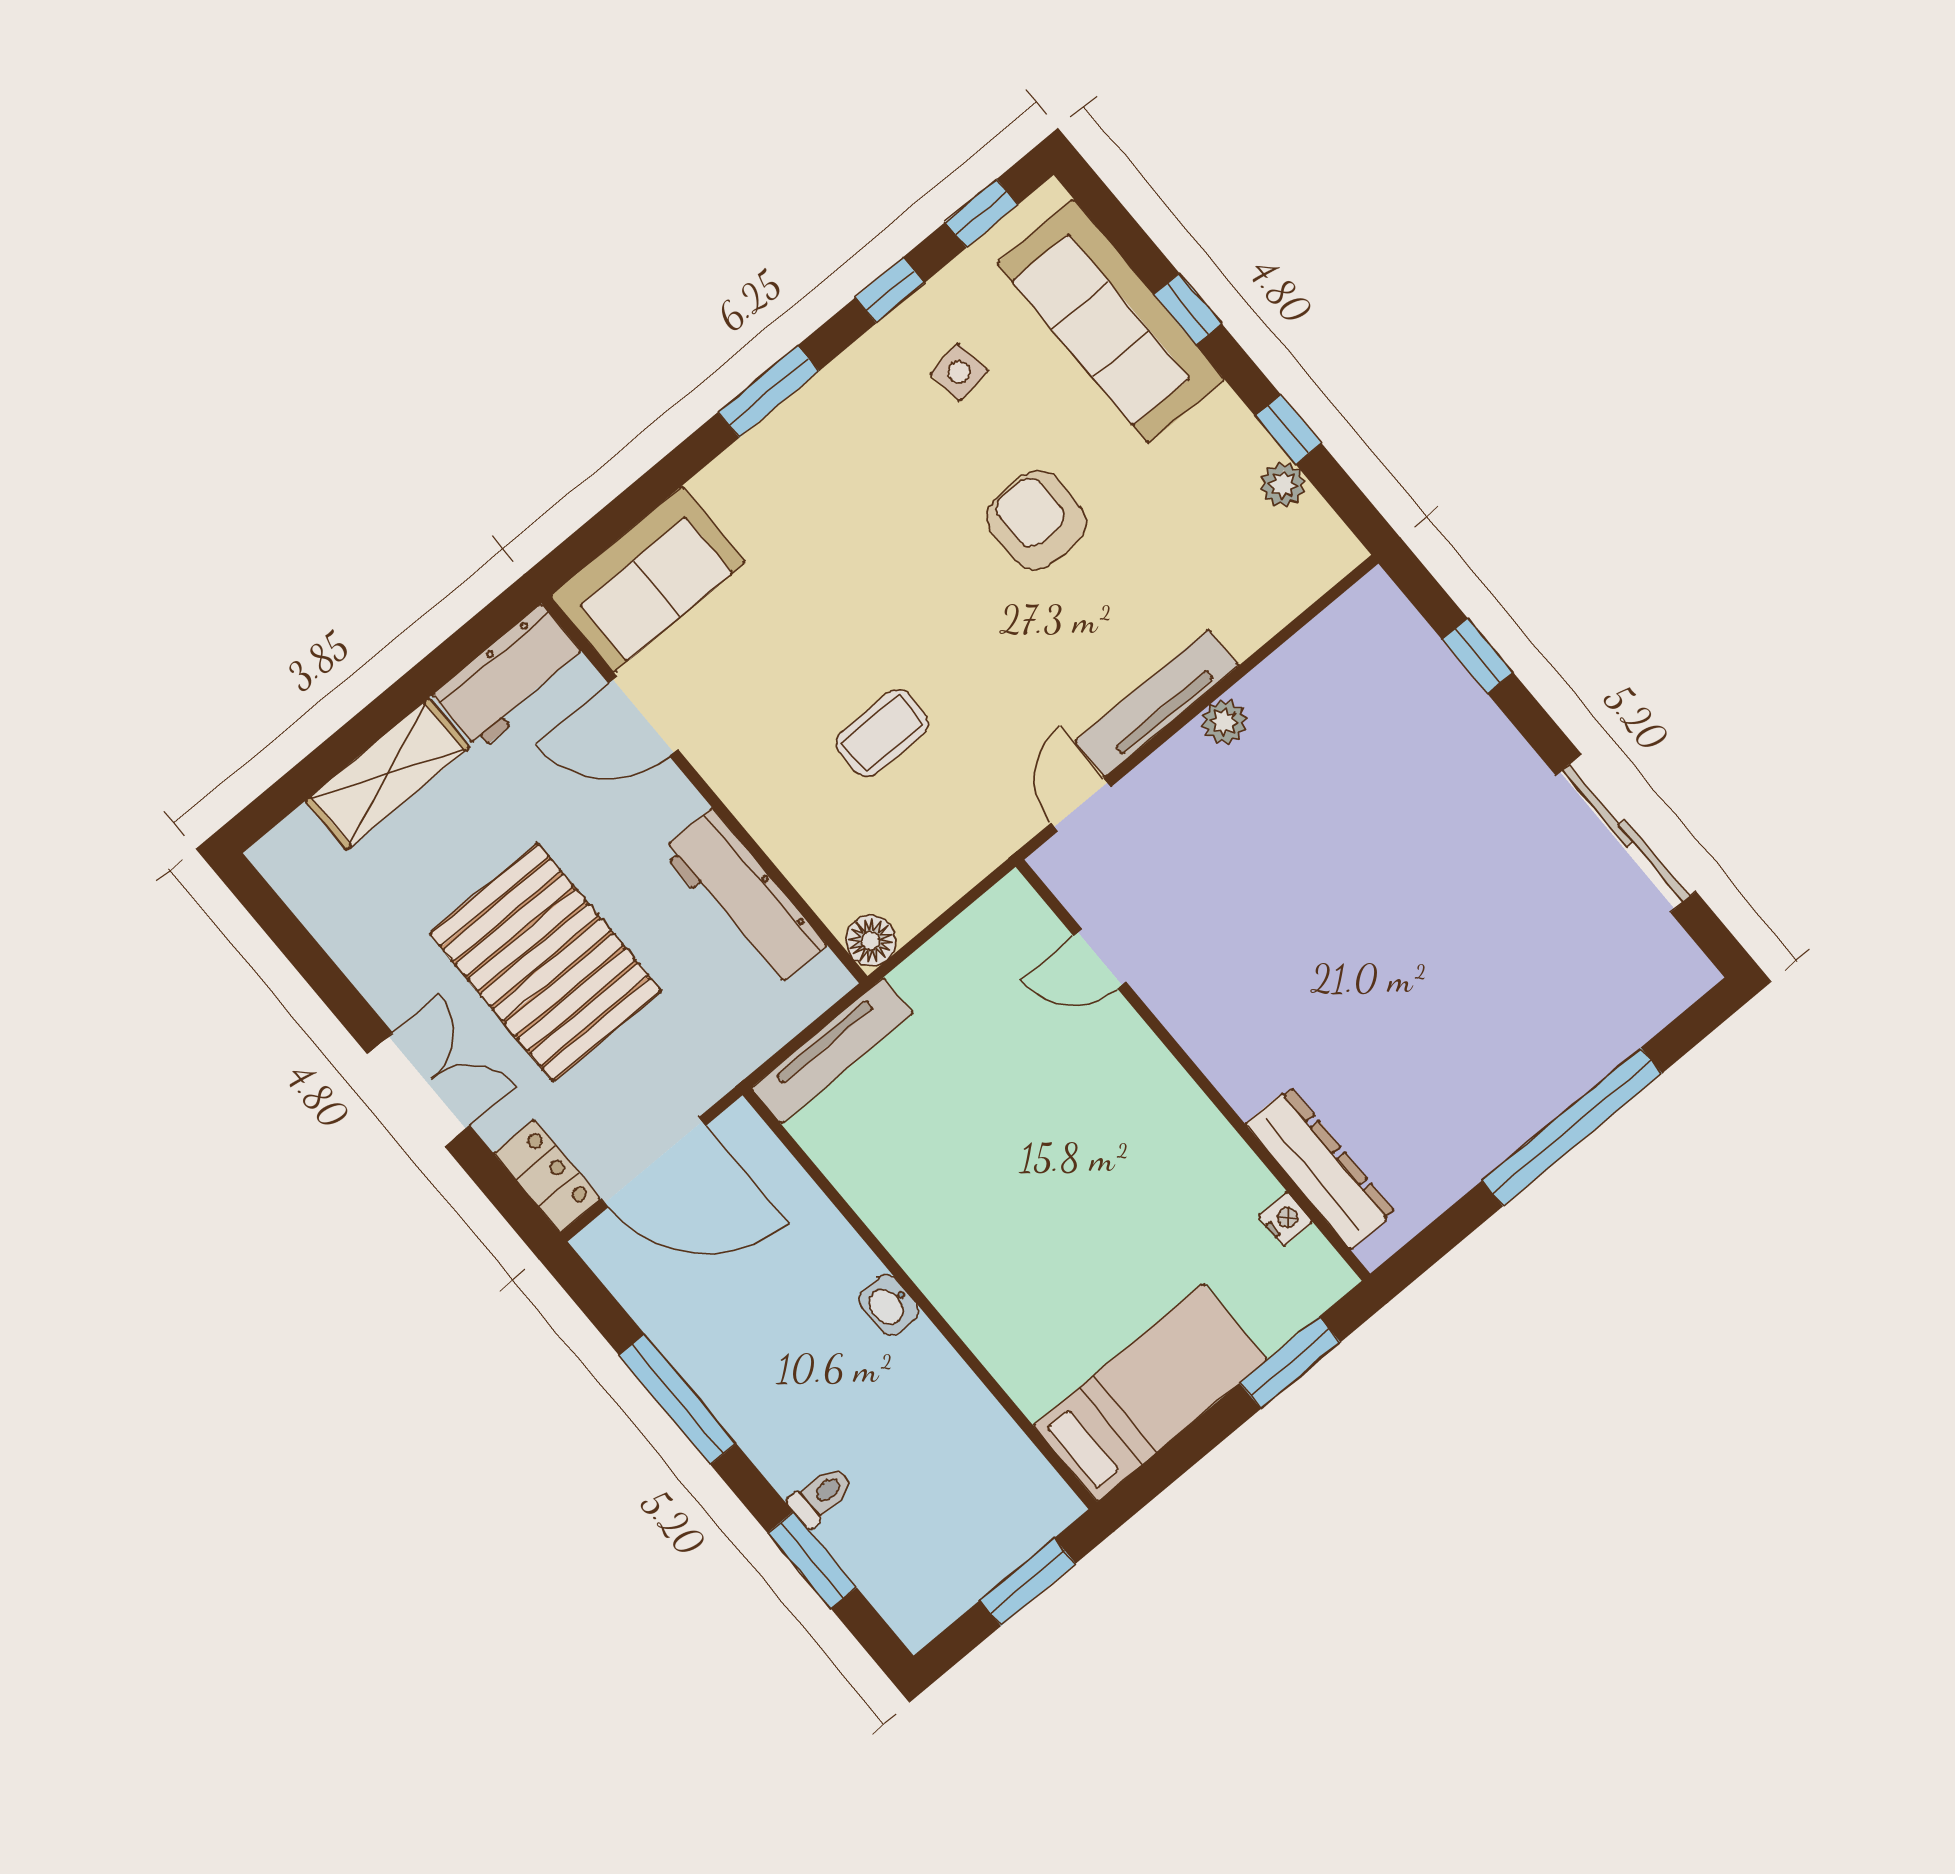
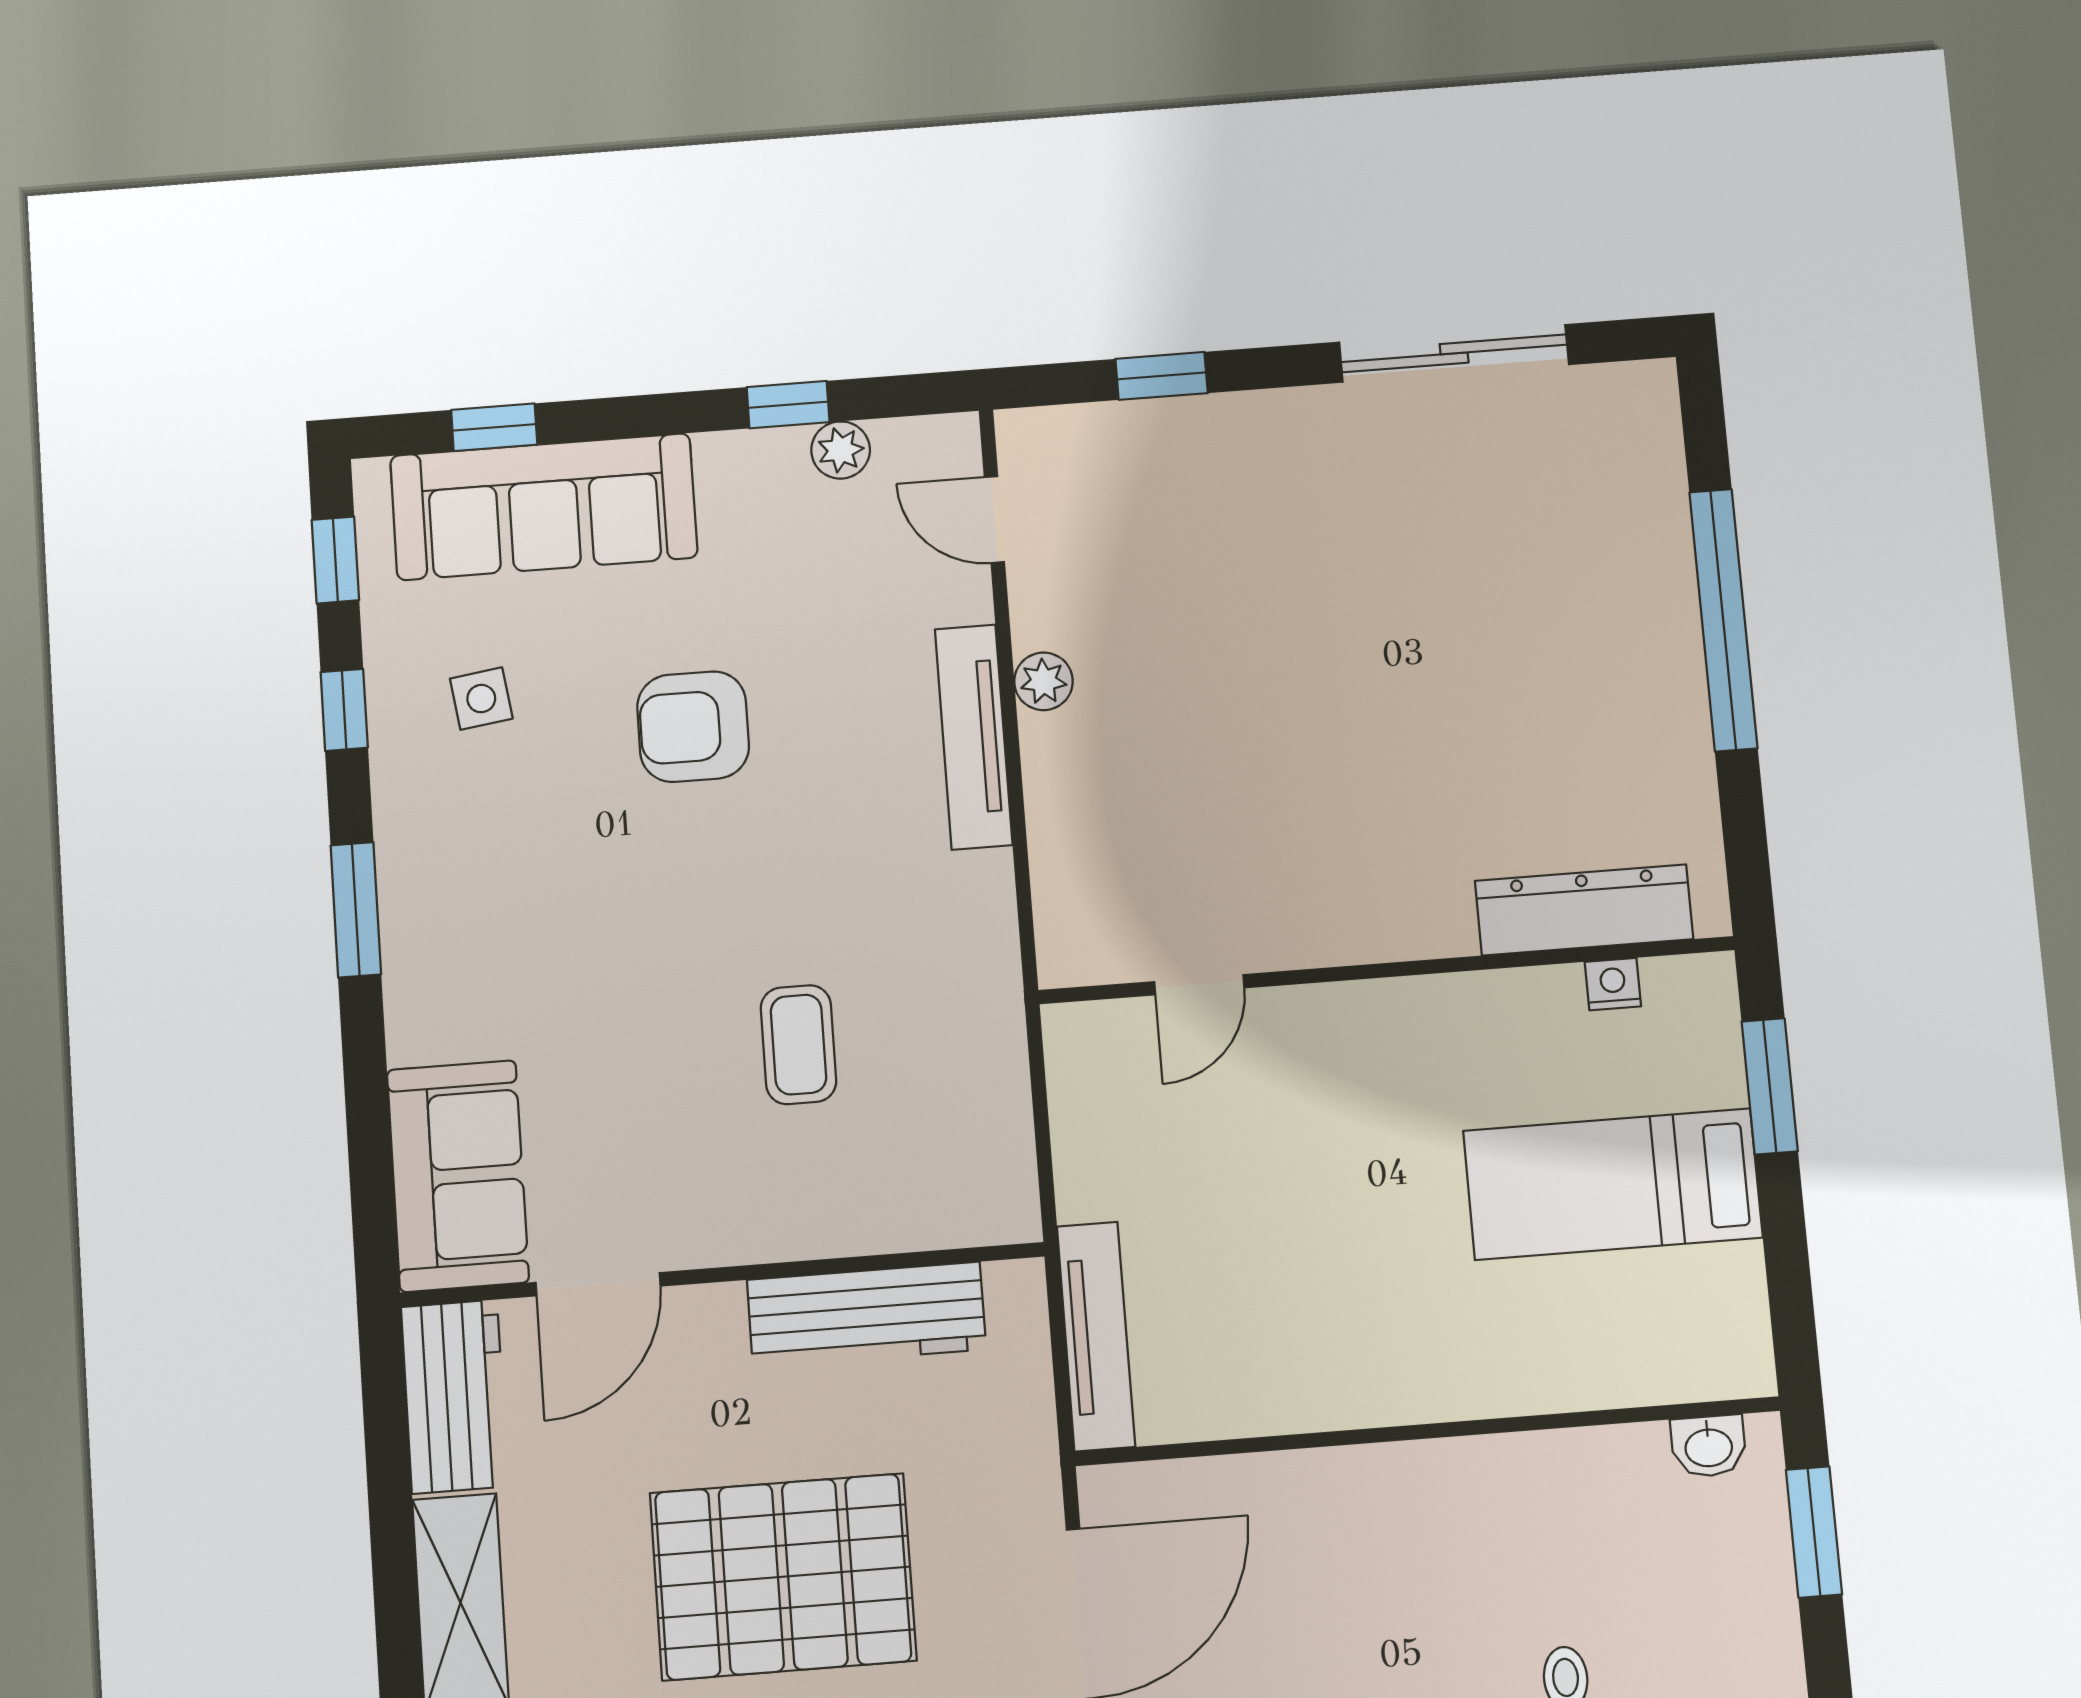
window: (1188, 309) -> (494, 427), moved
door: (1081, 805) -> (994, 520), moved
floor lamp: (871, 940) -> (1008, 1212), removed
washbasin: (889, 1305) -> (1709, 1446), moved
bed: (1150, 1393) -> (1613, 1184), moved, turned -90

